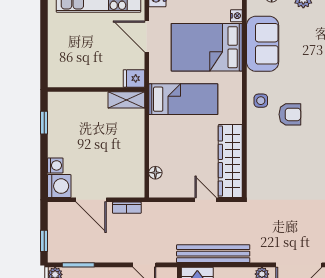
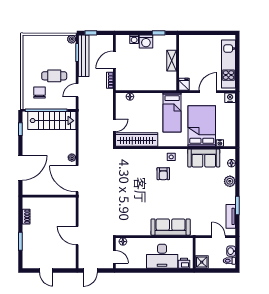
shelving: (126, 100) -> (172, 61), moved
washing machine: (59, 186) -> (146, 42), moved
bench: (213, 254) -> (84, 56), moved

